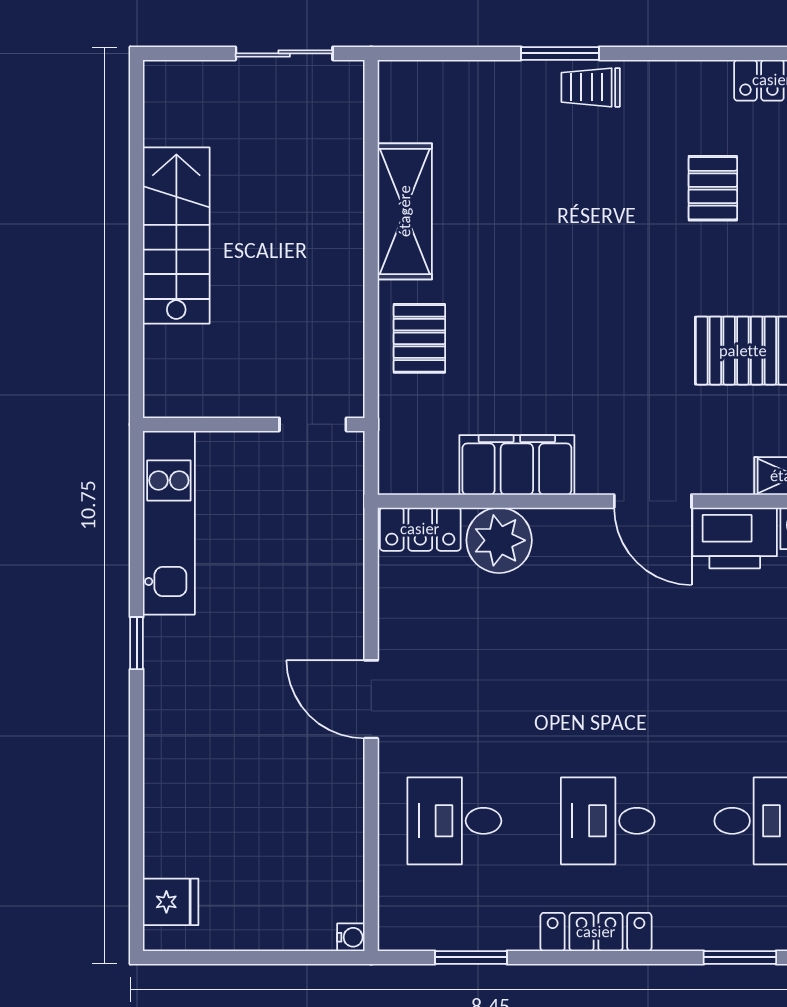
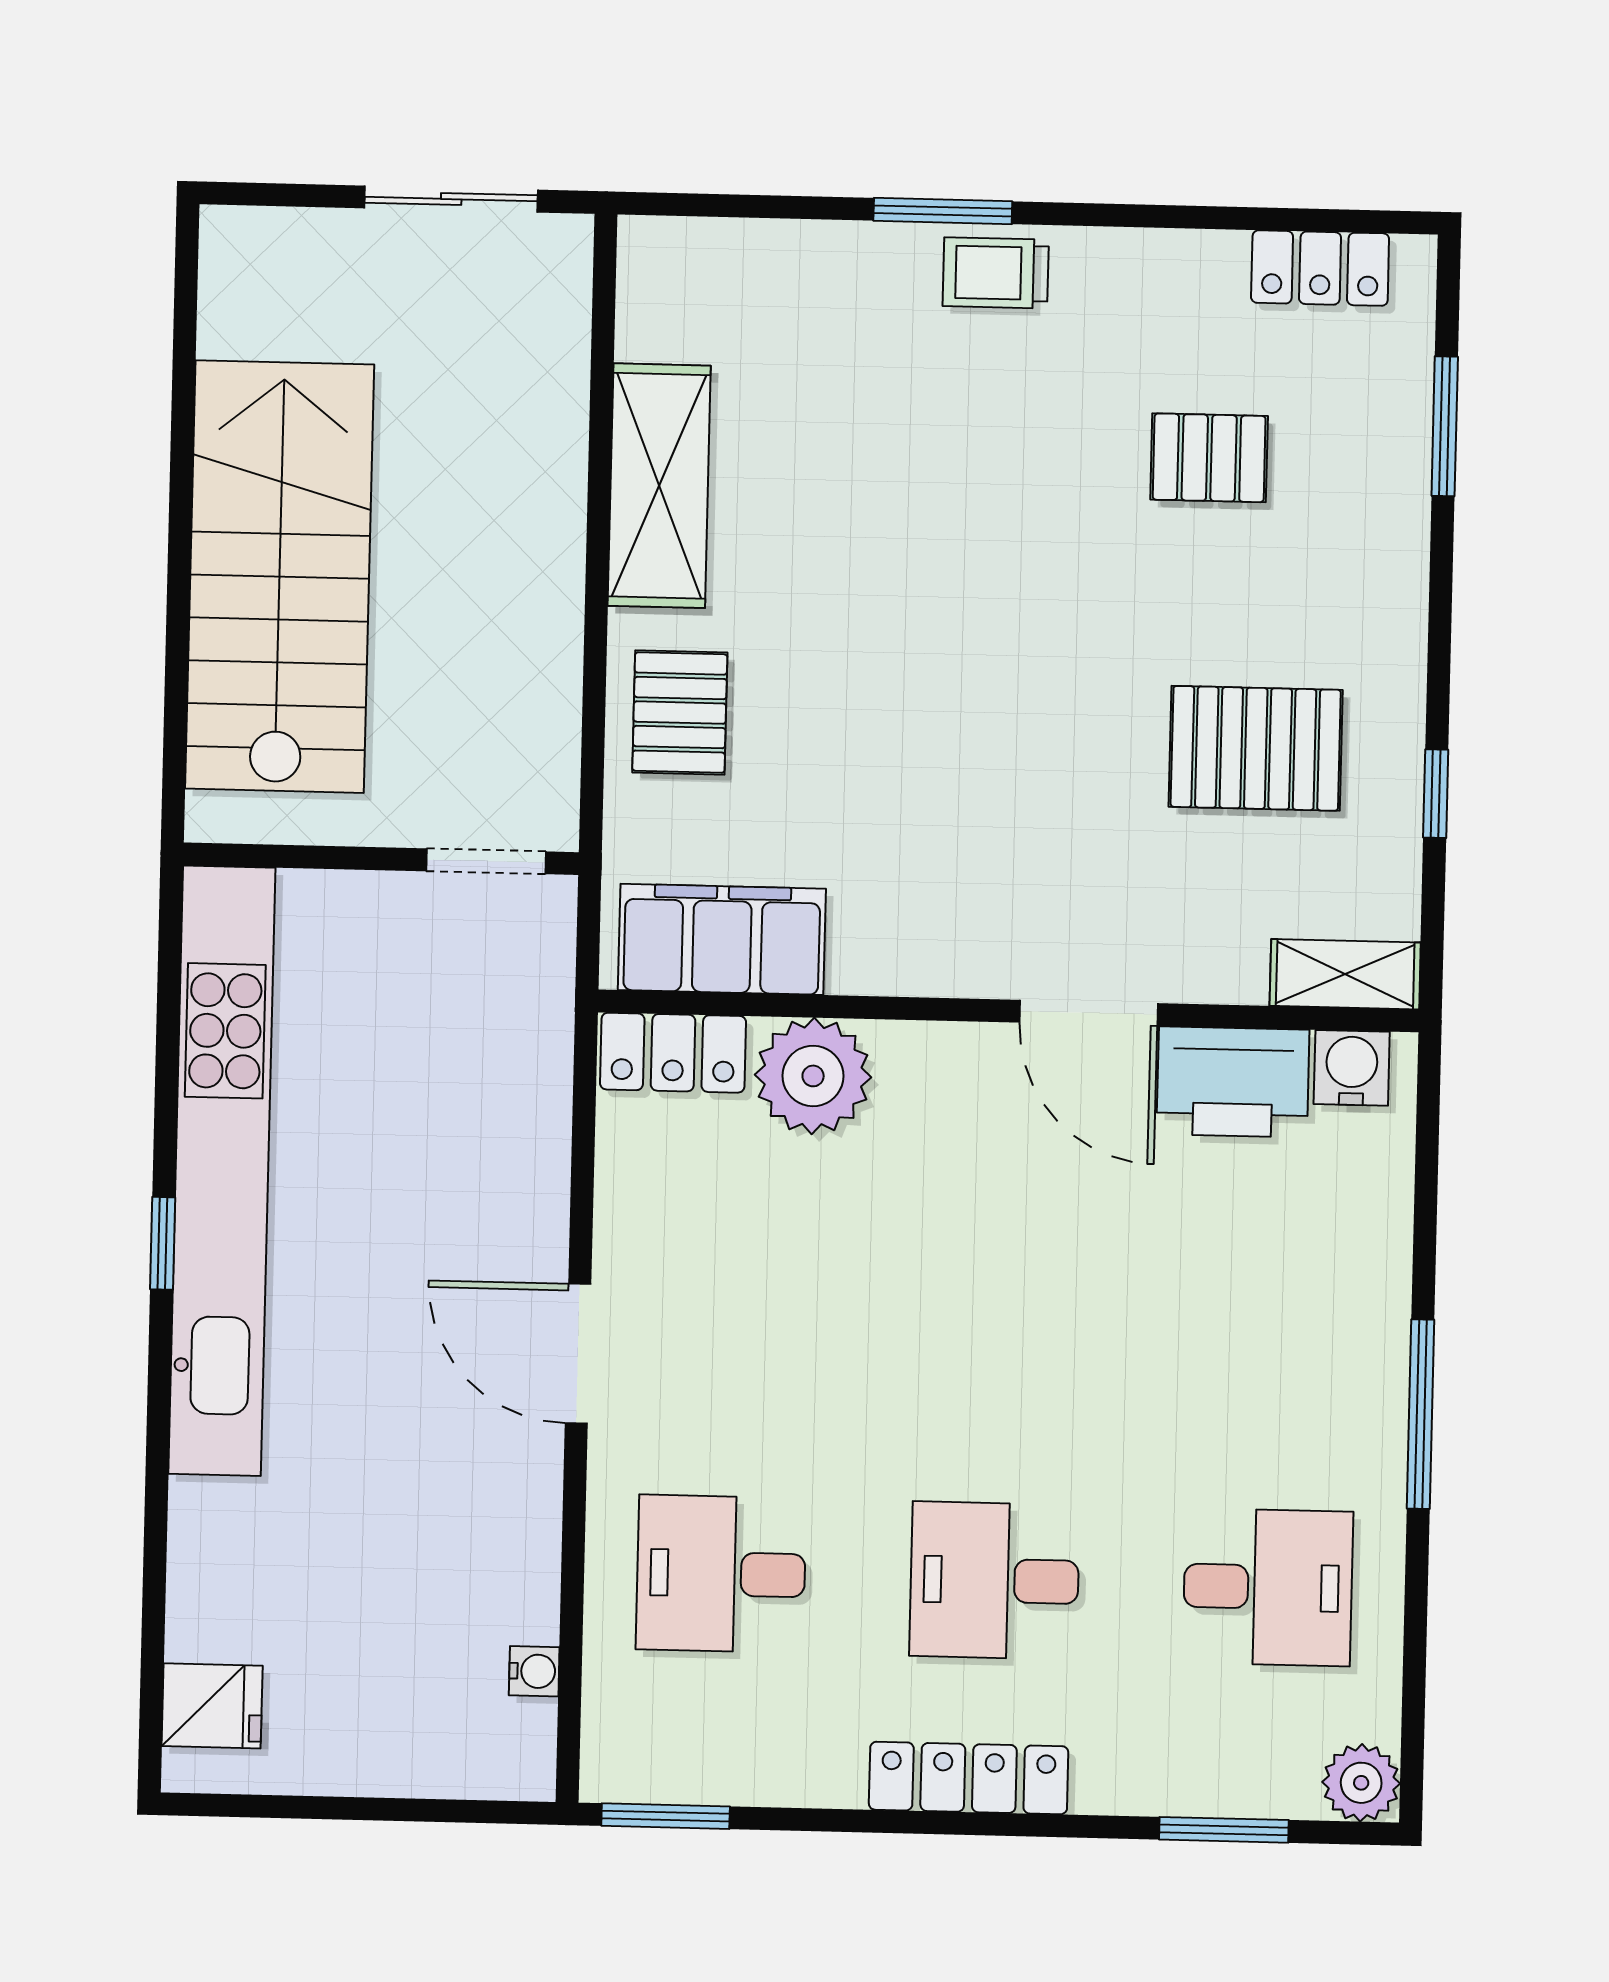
pallet: (713, 188) -> (1209, 458), turned 90
stairs: (176, 235) -> (280, 577), width x1.36, depth x1.51
filing cabinet: (517, 465) -> (722, 939), moved
kitchen unit: (169, 523) -> (222, 1171), width x1.86
water cooler: (351, 937) -> (534, 1671), moved
window: (471, 957) -> (666, 1816), moved

